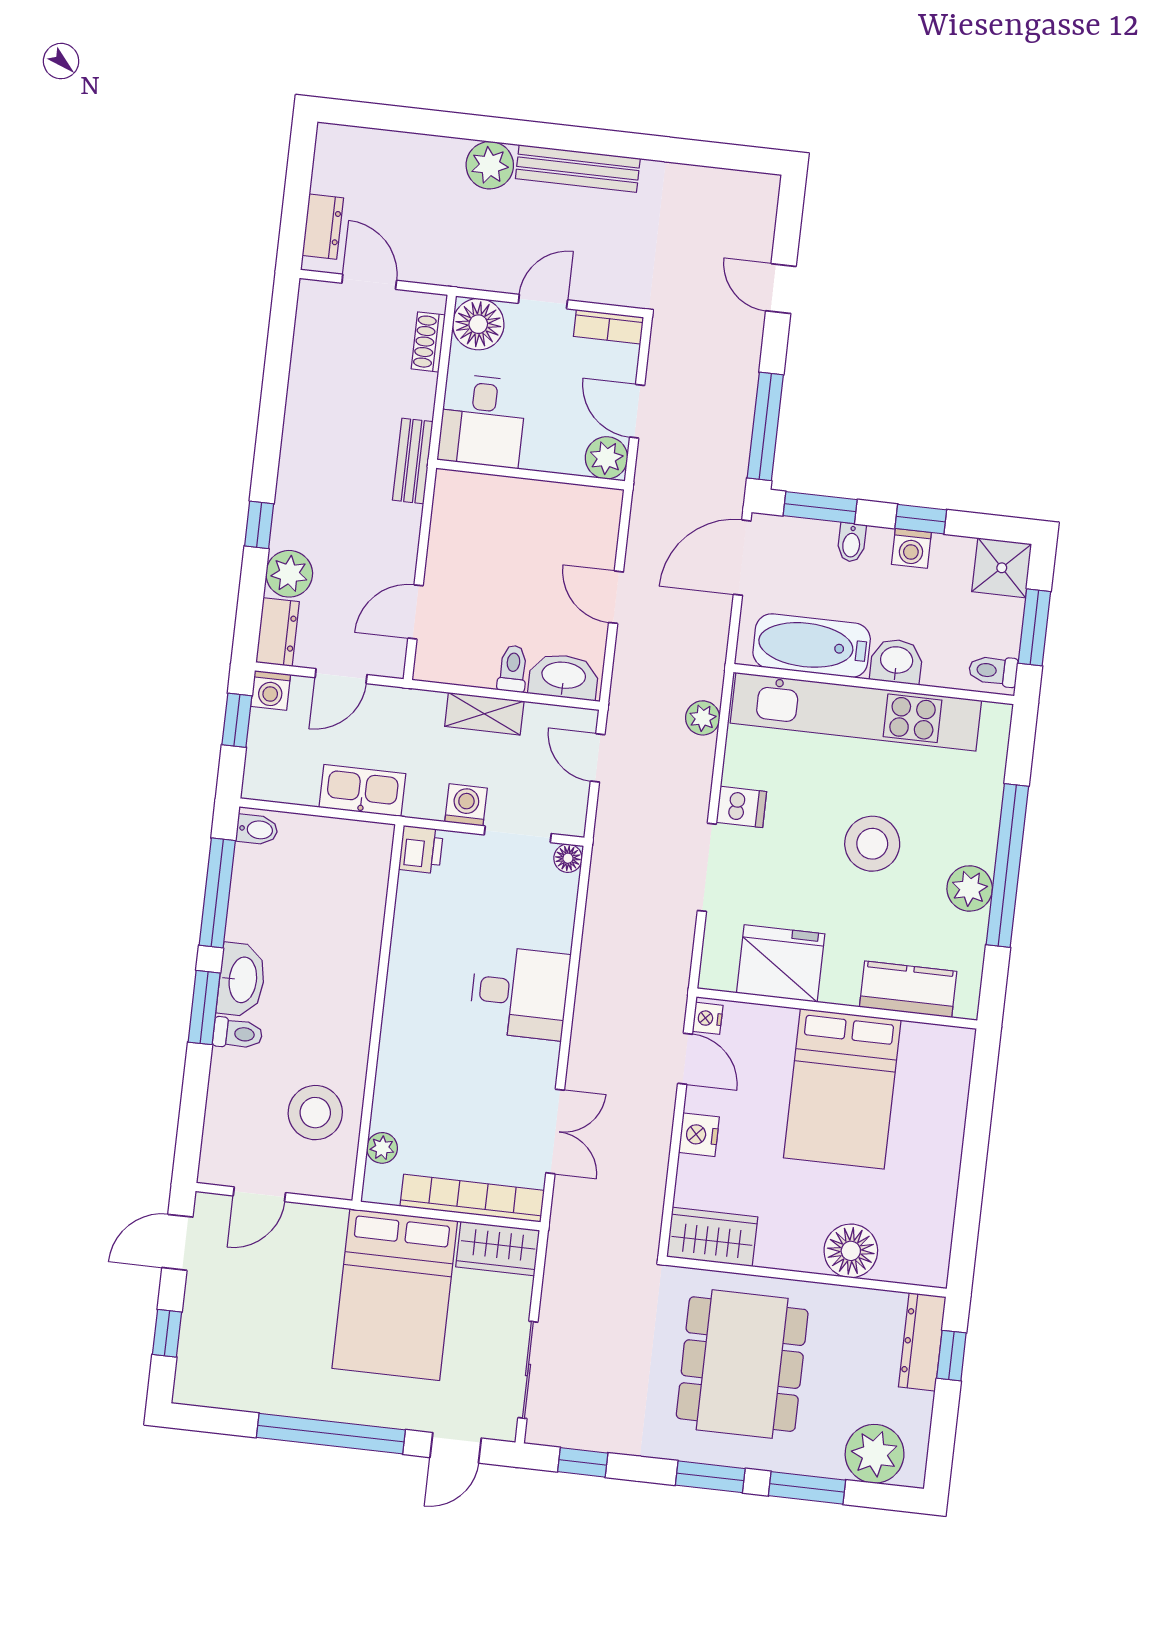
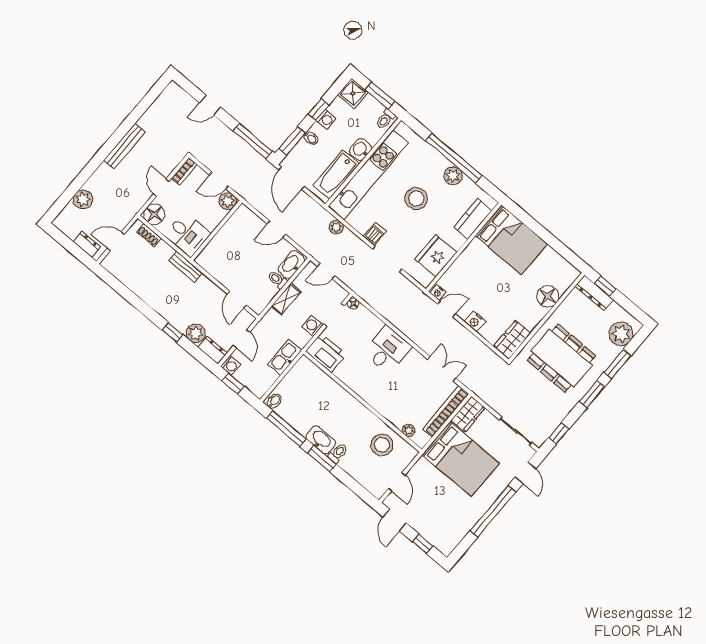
plant: (490, 165) -> (83, 199), moved
printer: (421, 850) -> (326, 353), width x1.87, depth x1.48
bed: (842, 1089) -> (511, 240), moved

